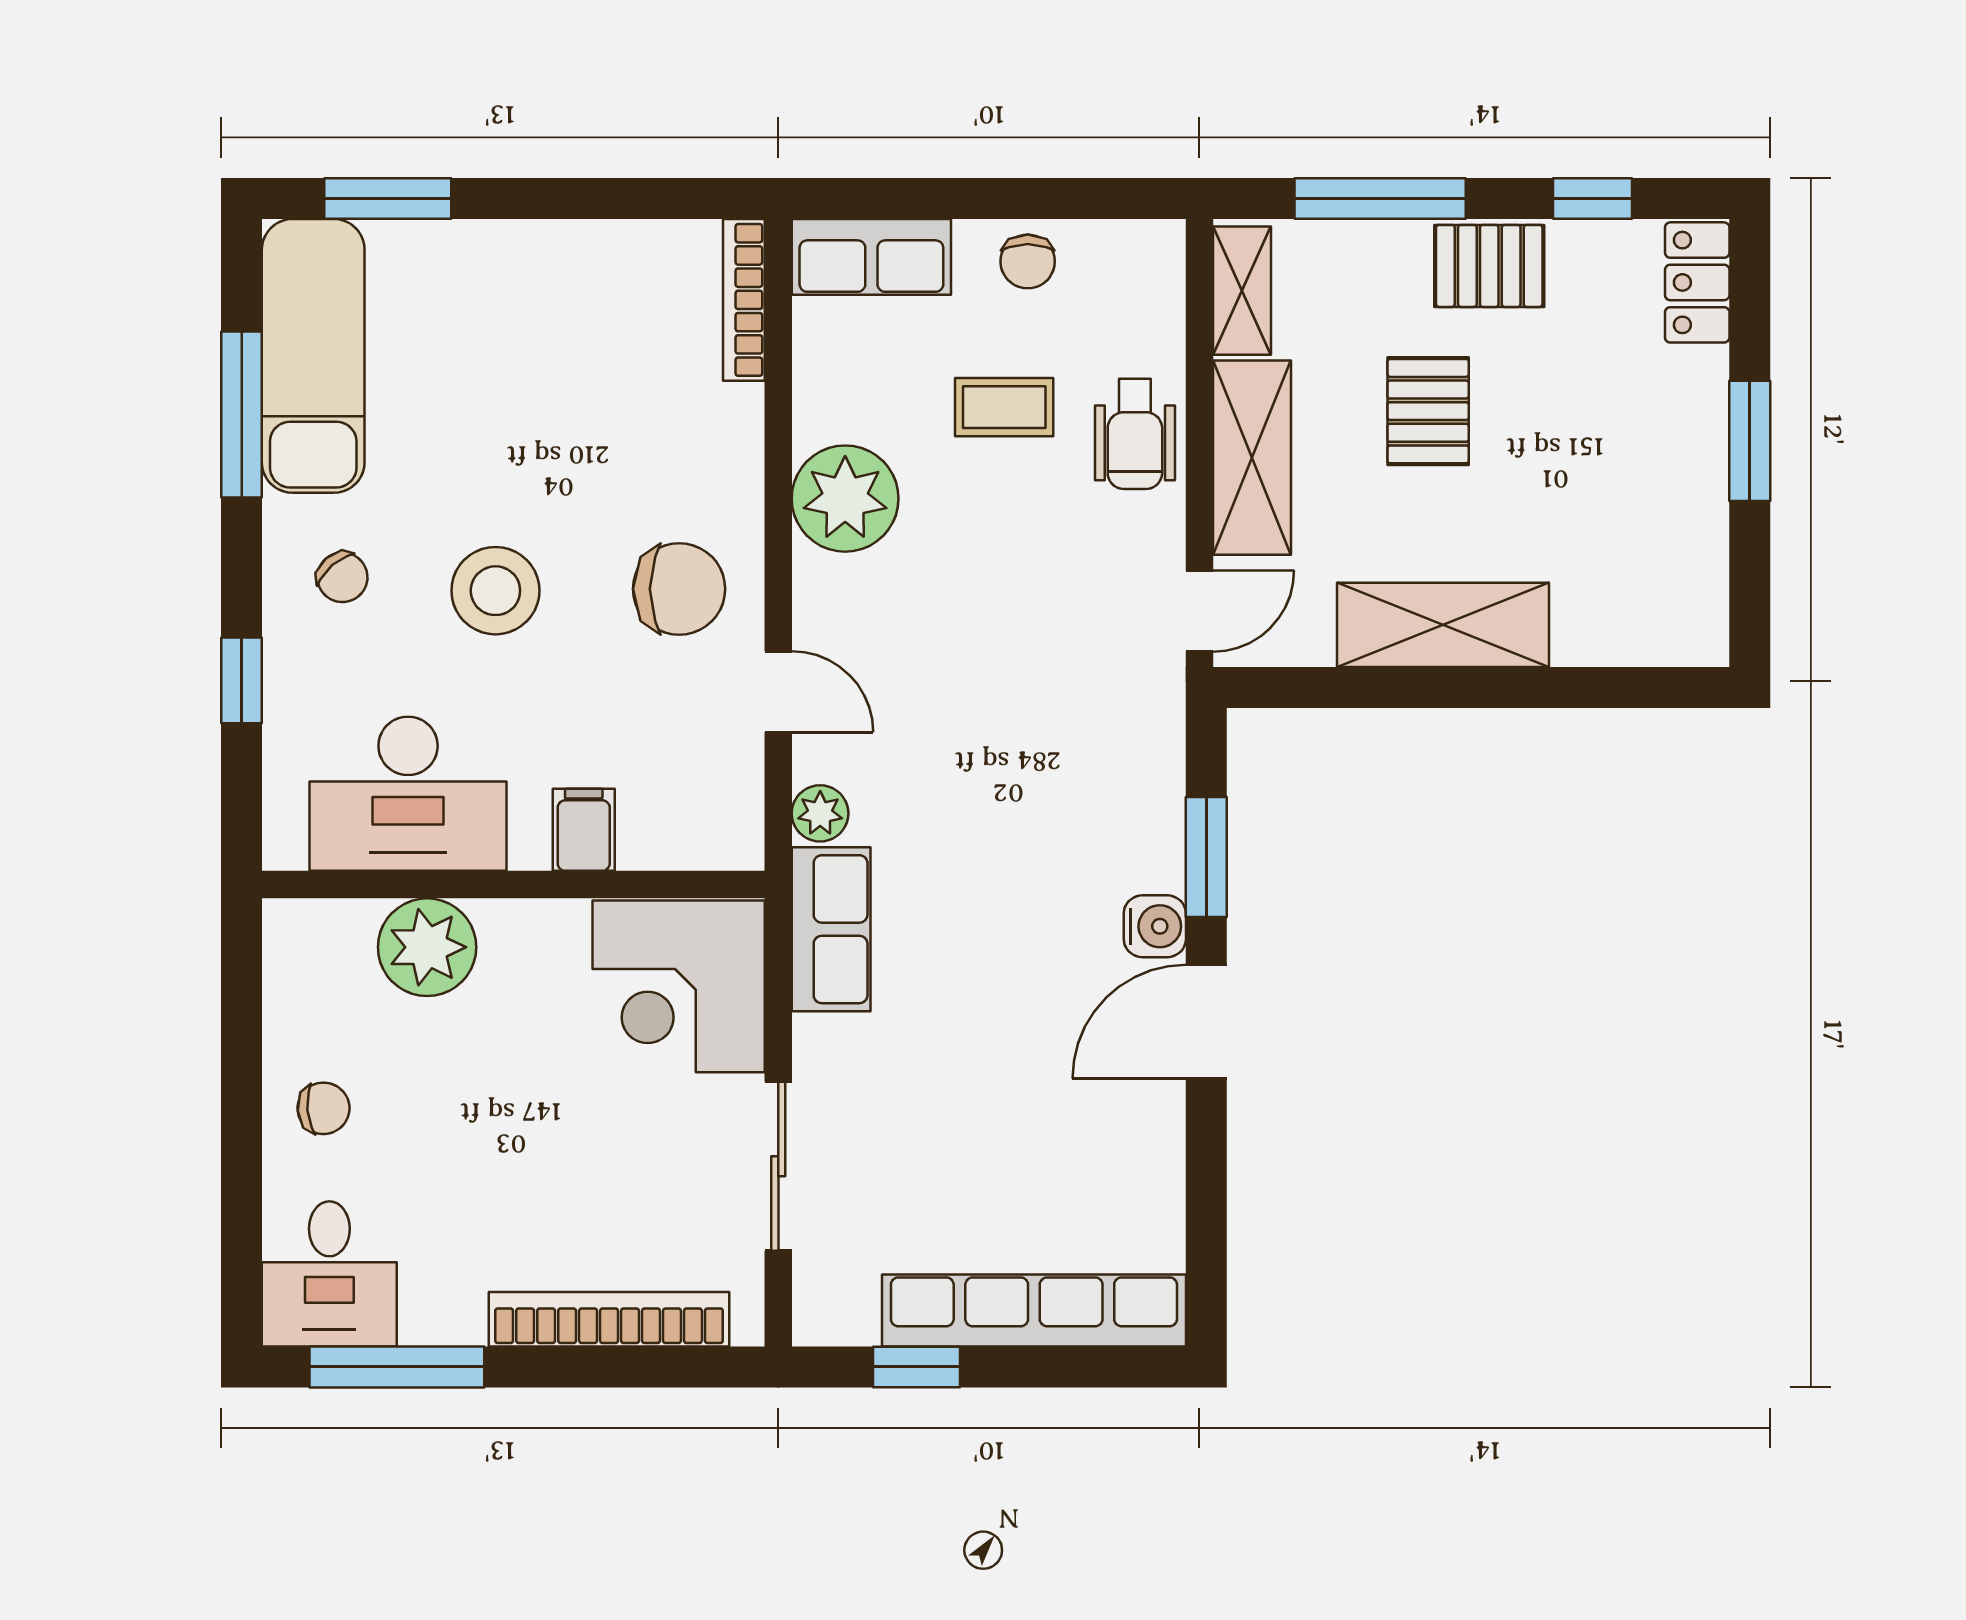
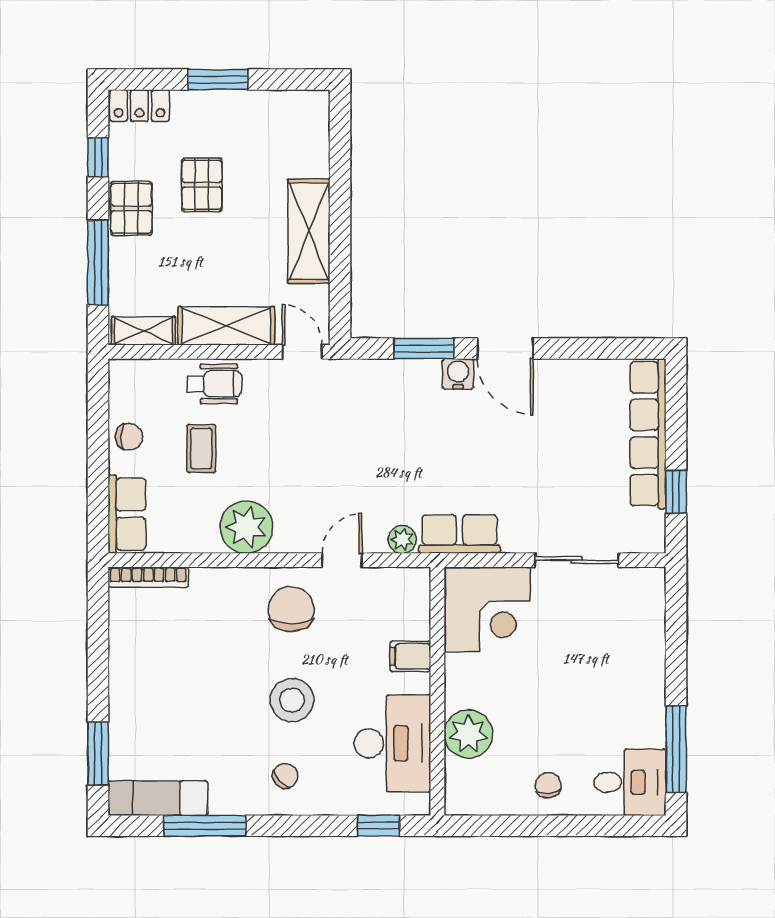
exam couch: (313, 356) -> (158, 798), width x0.73, depth x0.69
pallet: (1428, 411) -> (202, 185), moved, turned 90
window: (242, 680) -> (378, 826), moved
bookcase: (609, 1319) -> (652, 644), removed

